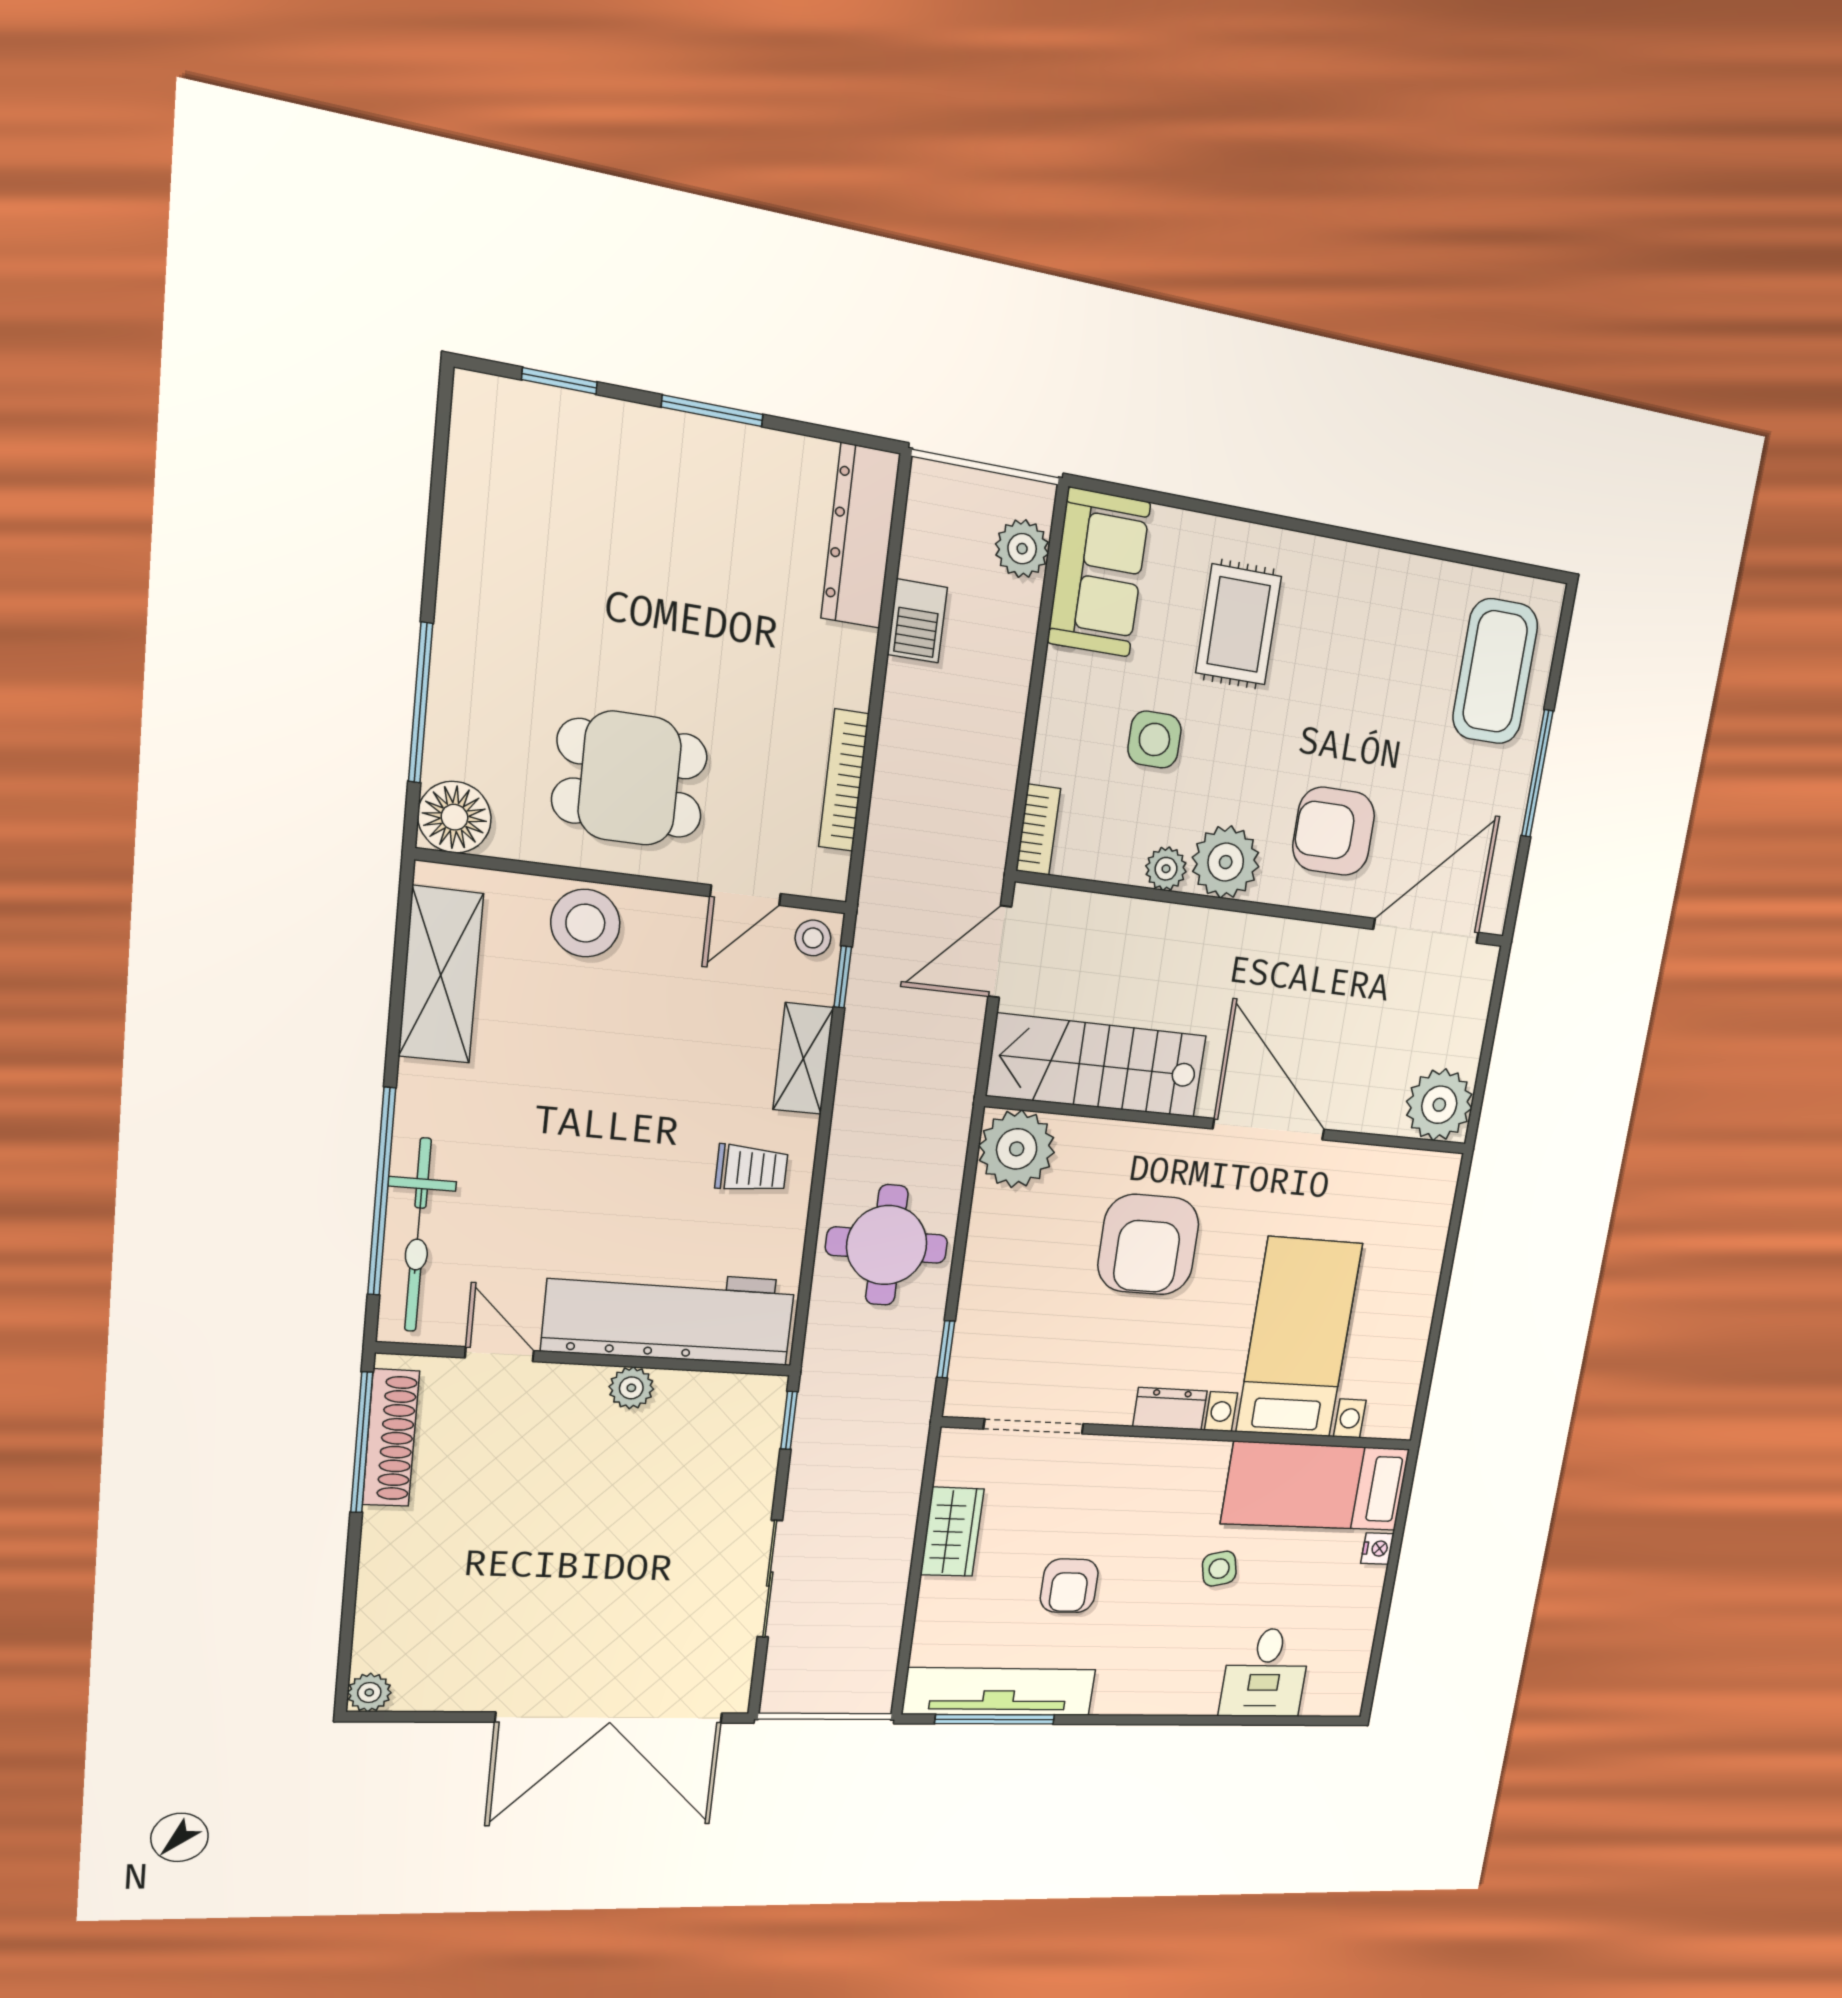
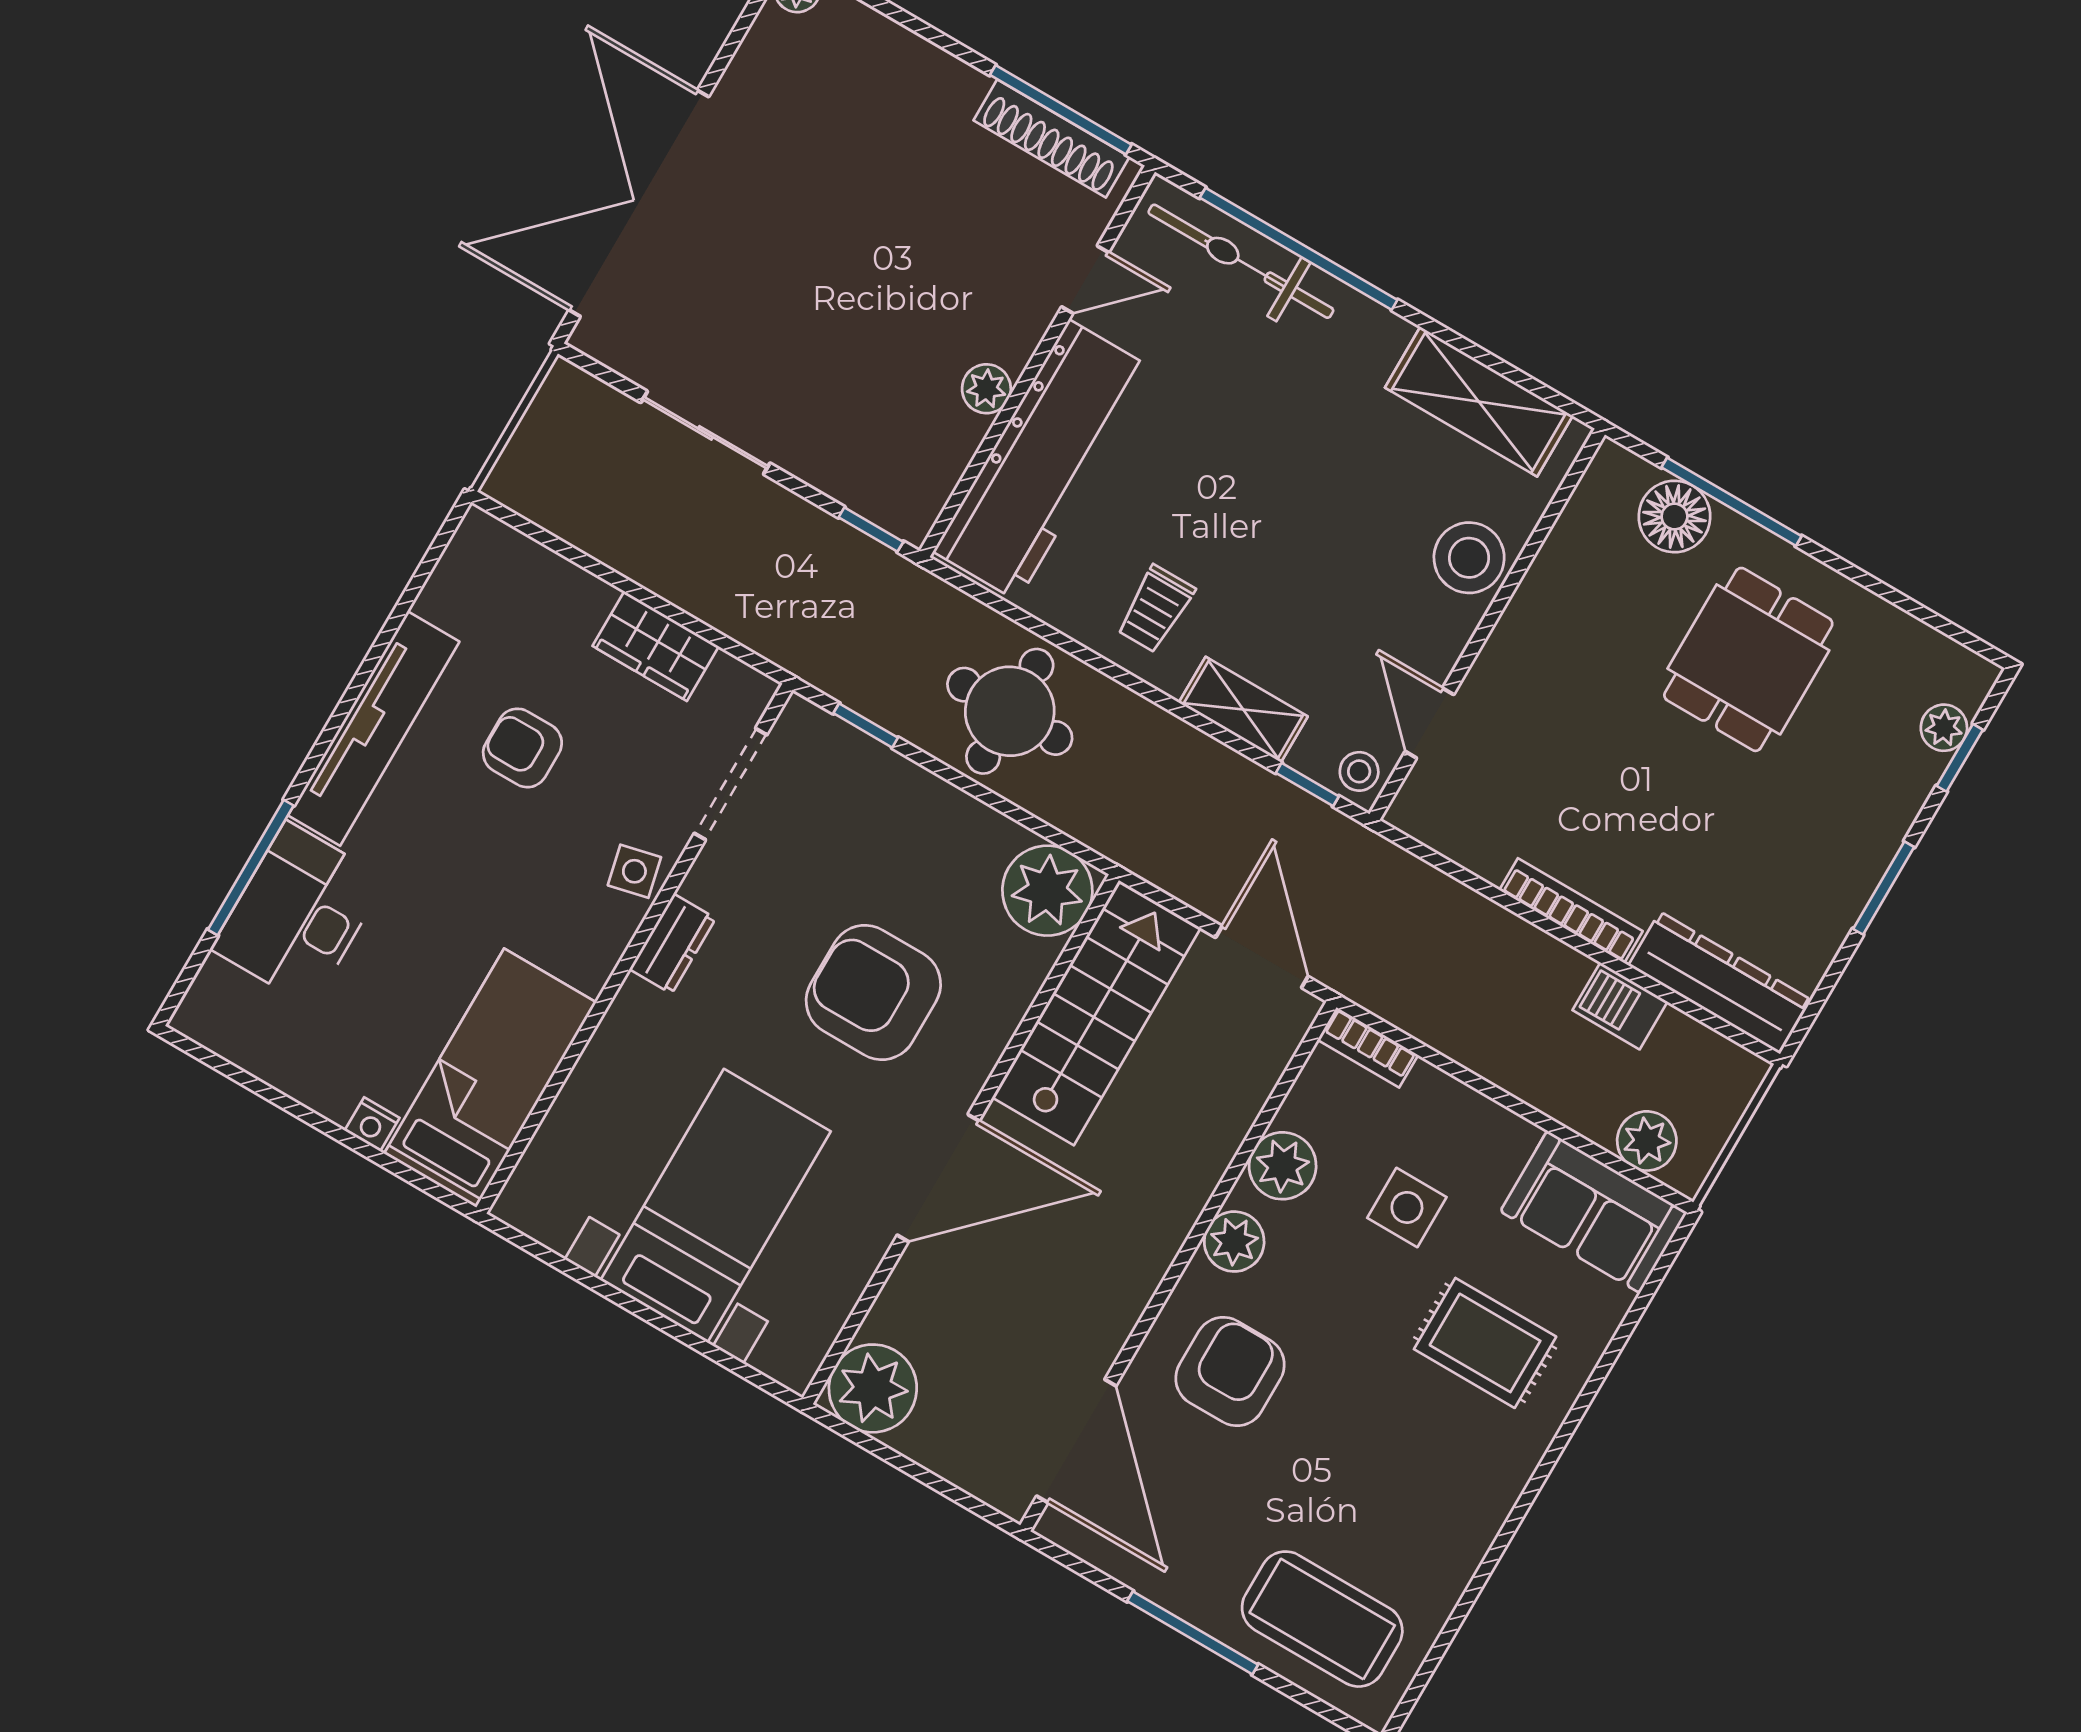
plant: (538, 408) -> (1944, 728), added
dining table: (630, 778) -> (1748, 659), moved
bookcase: (844, 780) -> (1571, 911), moved
floor lamp: (454, 817) -> (1674, 516), moved
plant: (1226, 862) -> (1234, 1242), width x0.73, depth x0.73
plant: (1166, 869) -> (1283, 1166), width x1.38, depth x1.38
bed with nightstands: (1299, 1338) -> (716, 1206), moved, turned -90
side table: (1219, 1569) -> (634, 871), moved
desk: (1265, 1673) -> (299, 914), width x1.37
tv unit: (999, 1692) -> (374, 728), moved
window: (995, 1719) -> (251, 868), moved

